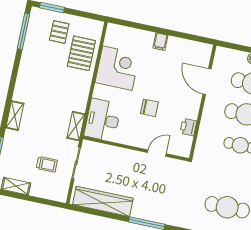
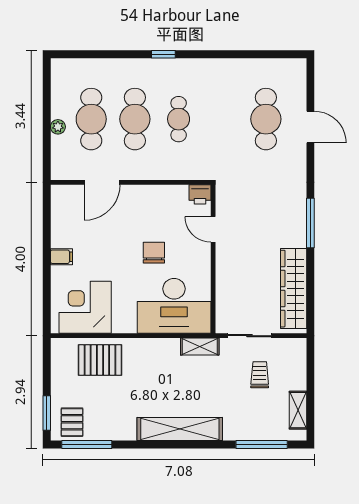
pallet: (59, 32) -> (72, 422), moved, turned 90
corner desk: (117, 68) -> (85, 307), moved
shelving: (15, 116) -> (180, 429), width x2.20, depth x1.33
desk: (103, 120) -> (174, 306), width x1.36, depth x1.30
printer: (188, 127) -> (200, 194), moved

